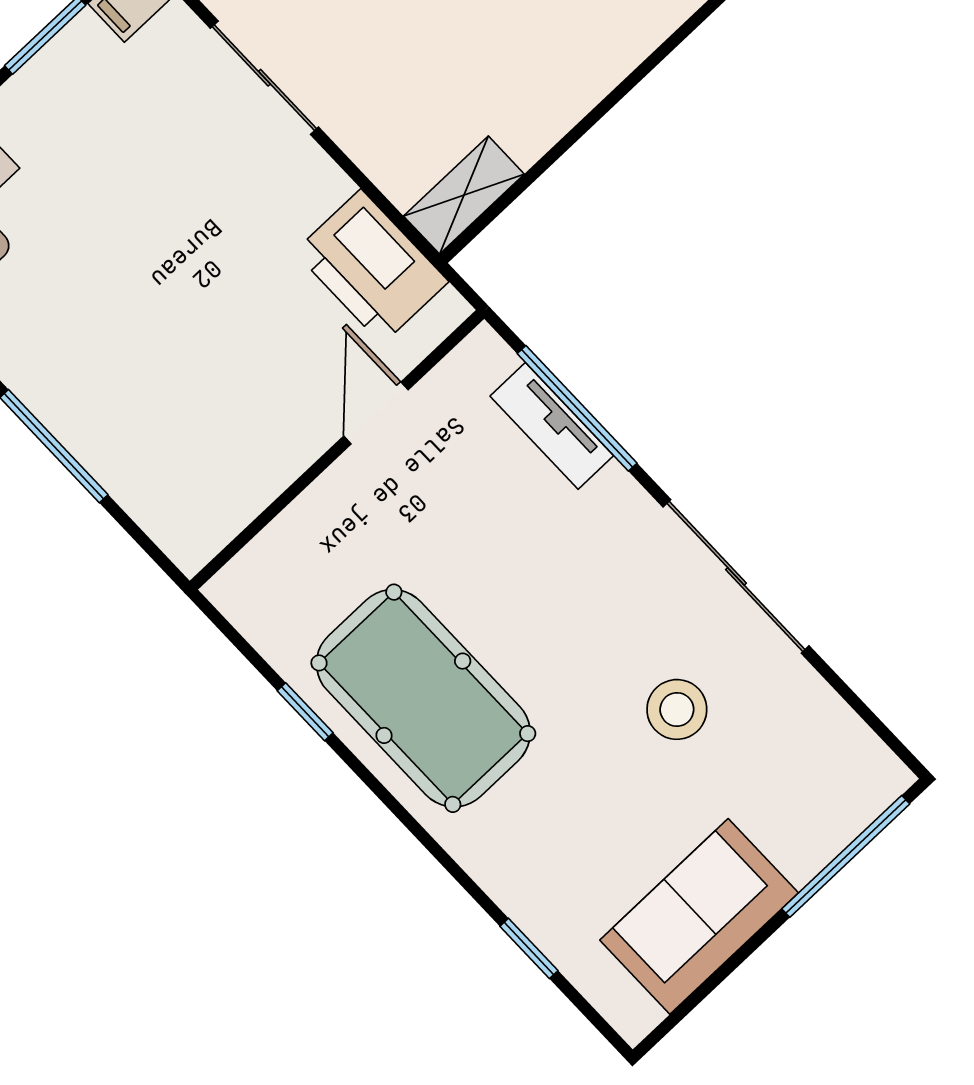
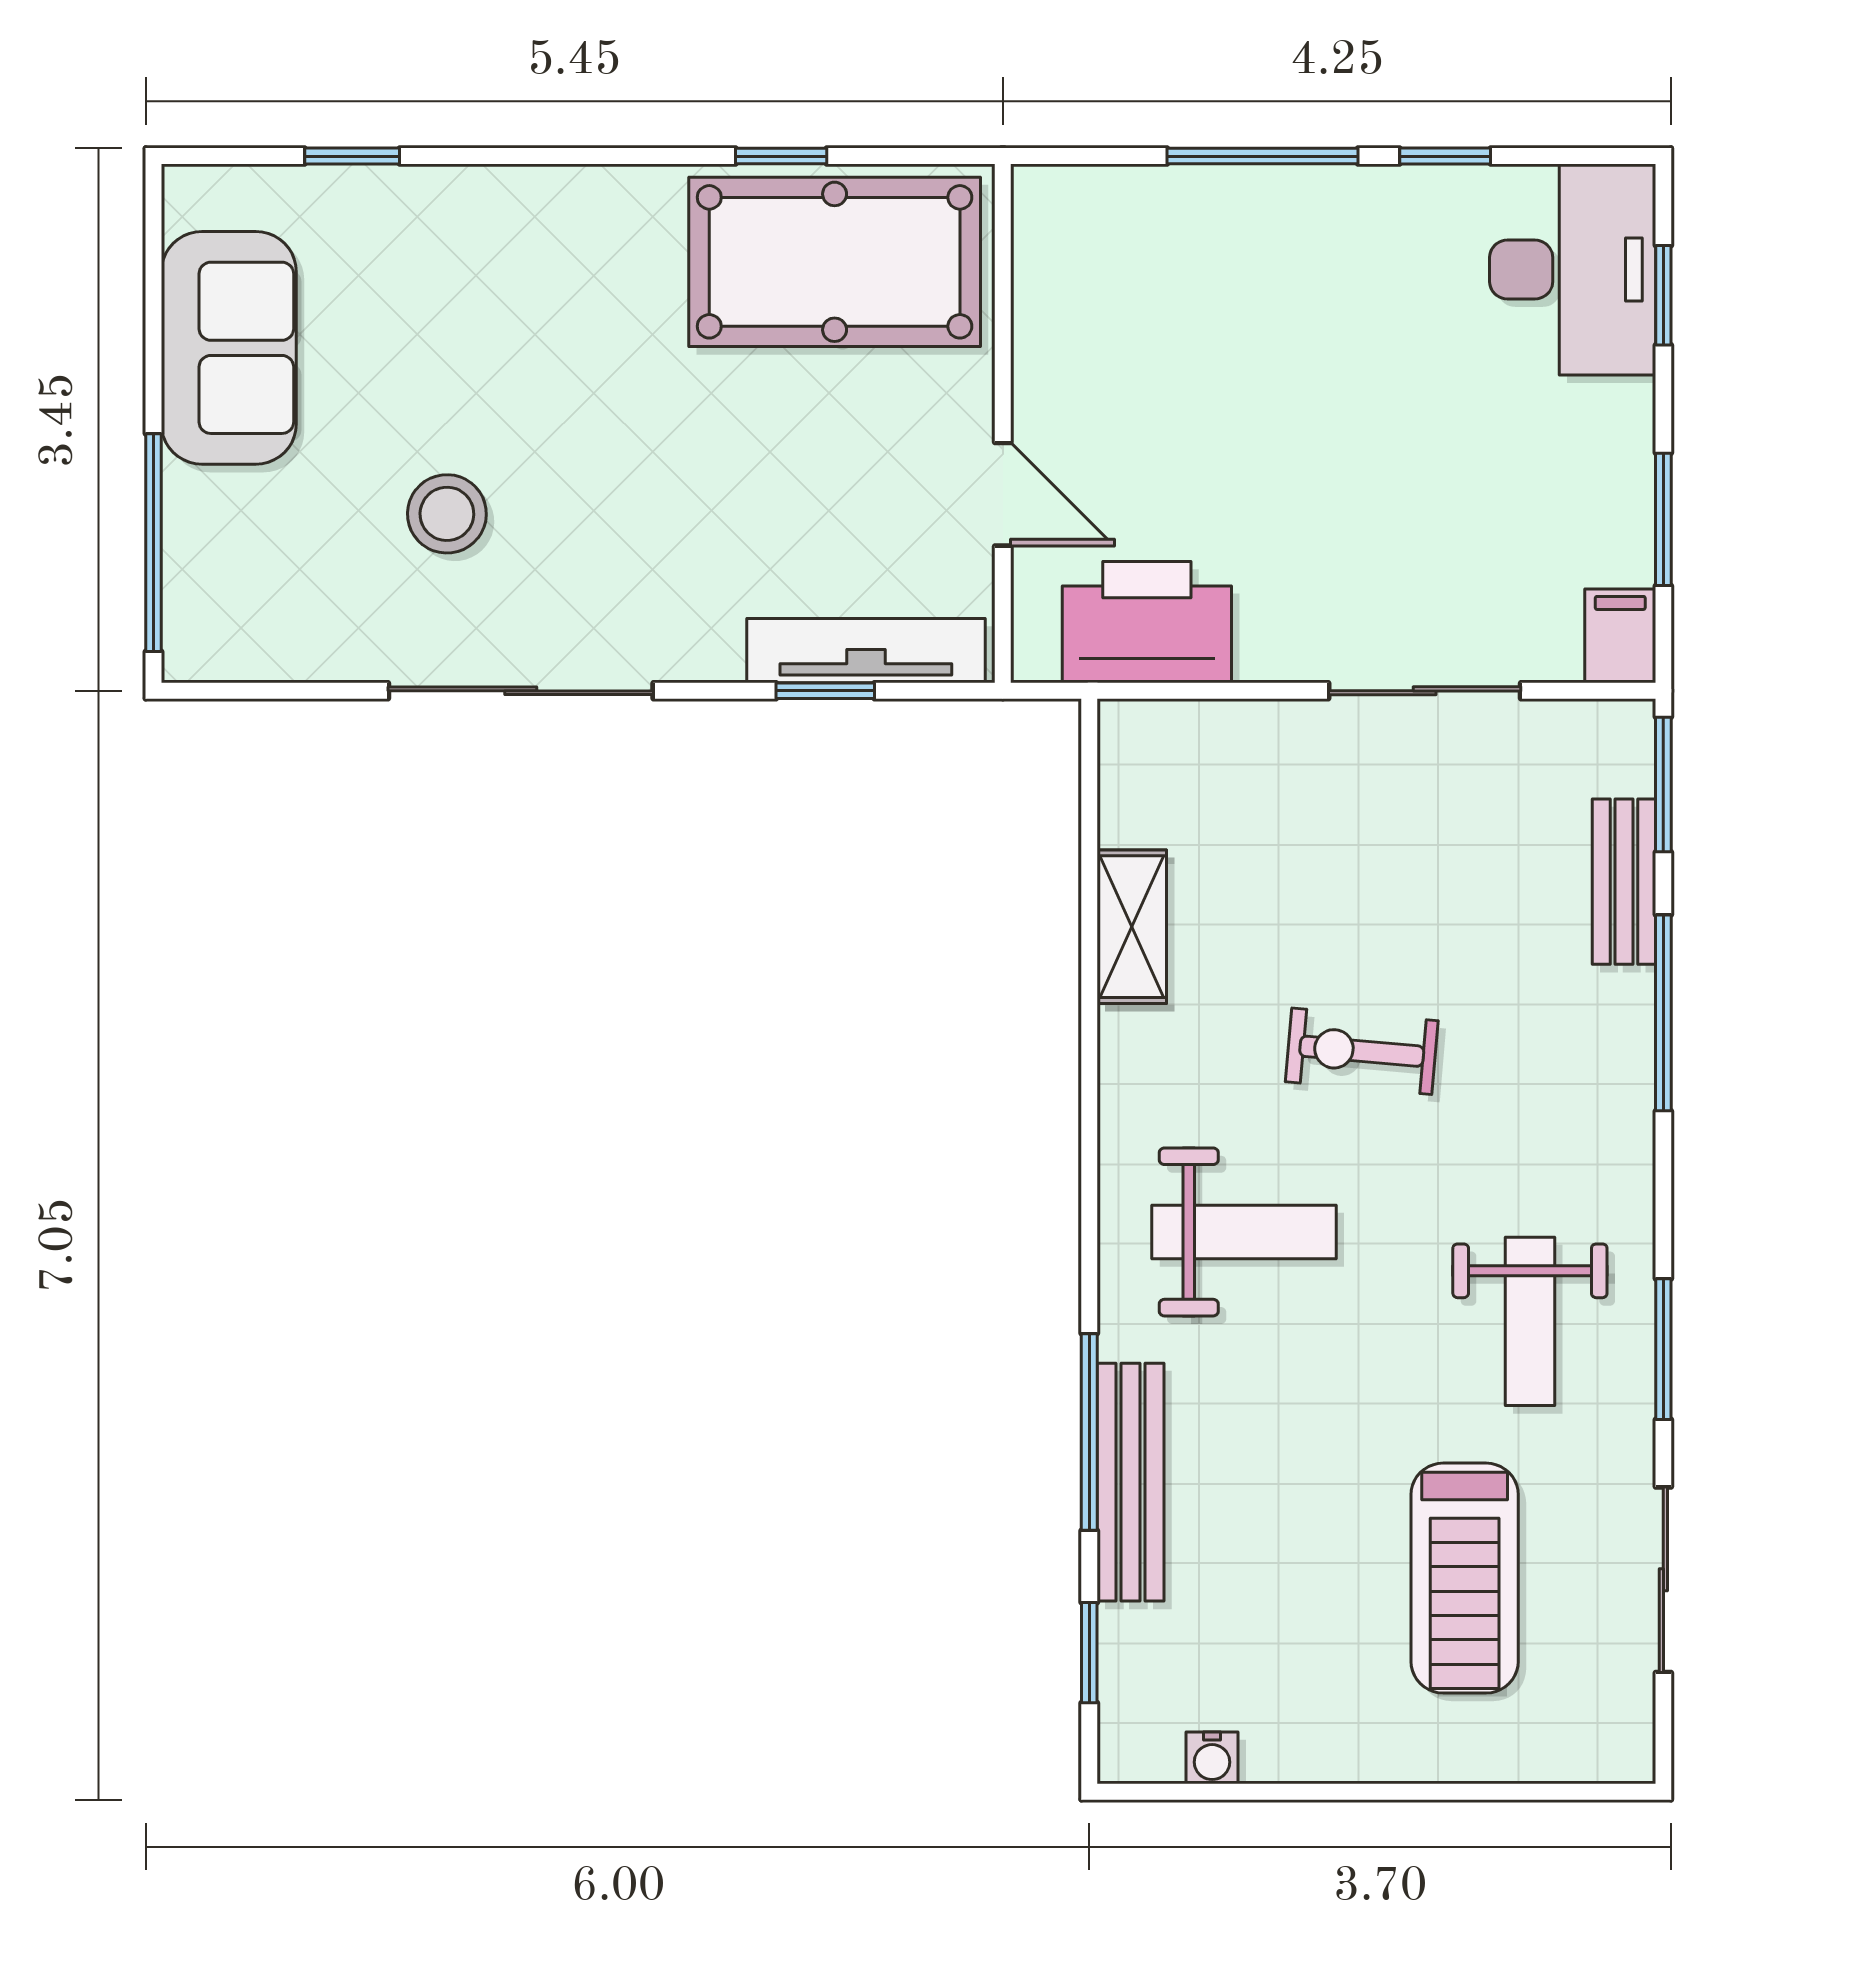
shelving: (464, 195) -> (1132, 927), moved
window: (577, 408) -> (825, 691), width x0.46
tv unit: (552, 426) -> (866, 651), width x1.41
pool table: (423, 698) -> (835, 262), moved

